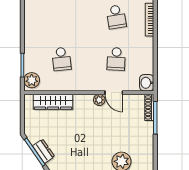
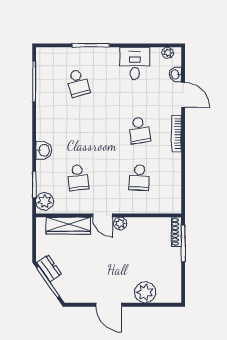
washbasin: (147, 83) -> (44, 150), moved, turned 180
door: (114, 93) -> (103, 215), moved
dresser: (44, 151) -> (49, 268), moved

